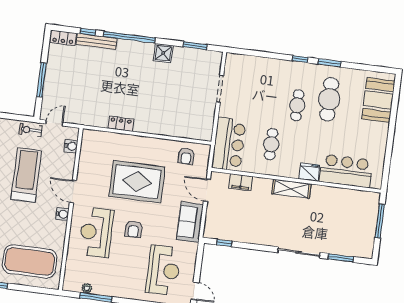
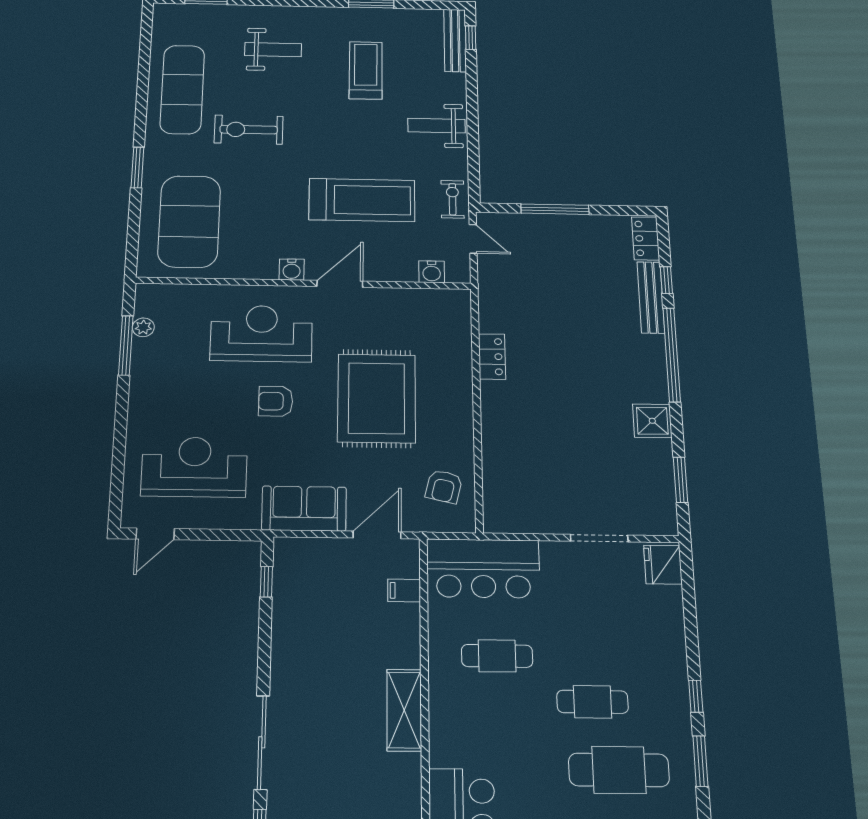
armchair: (186, 156) -> (444, 486), turned -77
fridge: (309, 172) -> (663, 565), moved, turned 180
filing cabinet: (241, 182) -> (404, 590), width x0.50
reception desk: (163, 270) -> (194, 467), turned 180

